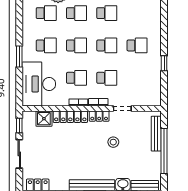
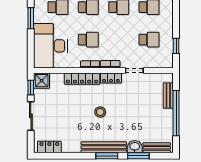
window: (164, 63) -> (176, 46), moved
school desk: (107, 78) -> (149, 40), moved
shower: (44, 119) -> (42, 81), moved
bench: (156, 134) -> (168, 96), width x0.73
stool: (113, 142) -> (100, 112), moved

